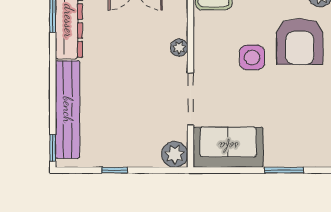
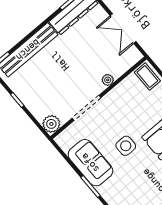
side table: (252, 57) -> (126, 146), moved
sofa: (228, 147) -> (90, 163), moved

